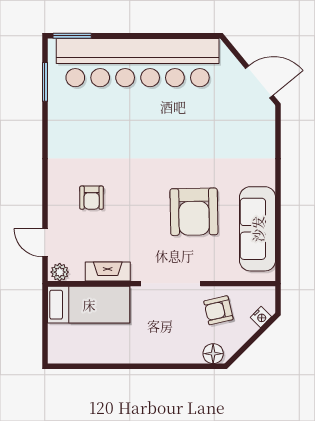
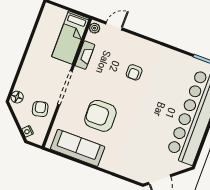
armchair: (92, 198) -> (134, 72), moved, turned -90

